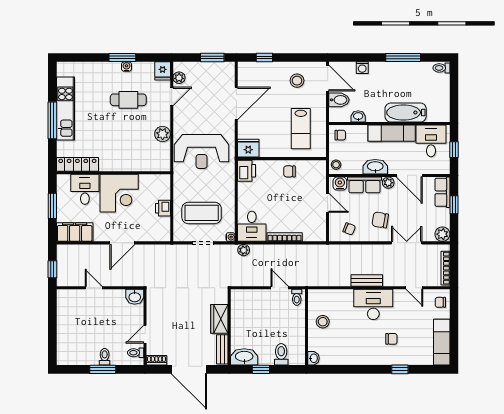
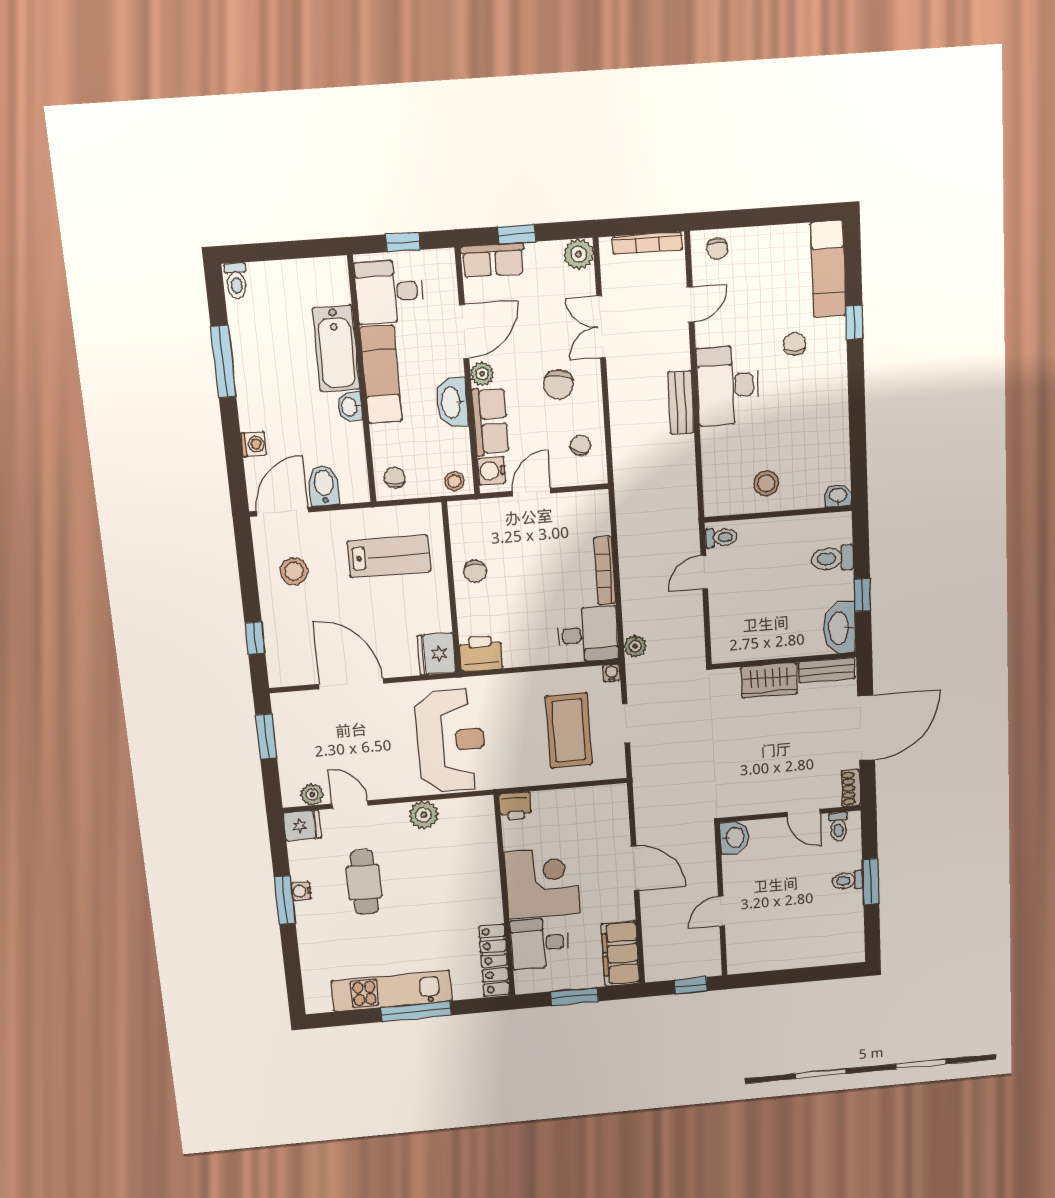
washbasin: (358, 116) -> (350, 407), moved
printer: (163, 208) -> (515, 806), moved
exam couch: (442, 342) -> (828, 269), moved, turned 90

